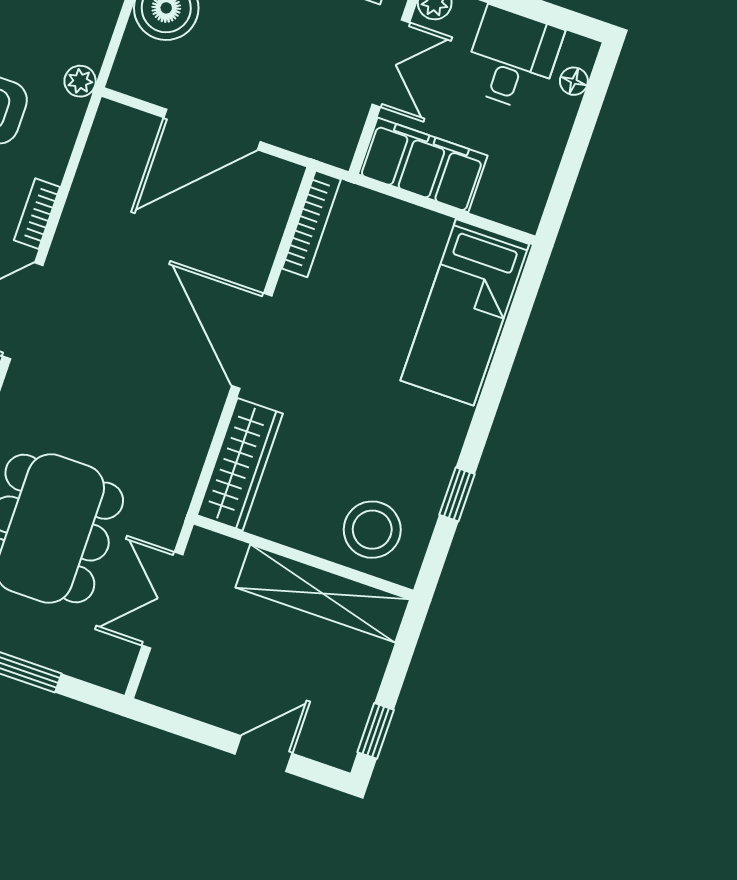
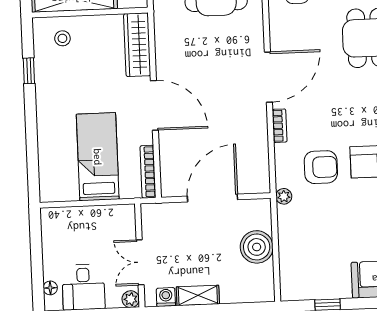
filing cabinet: (423, 165) -> (106, 220), removed
bed: (465, 312) -> (98, 157), moved
stool: (372, 530) -> (62, 38), width x0.53, depth x0.53

